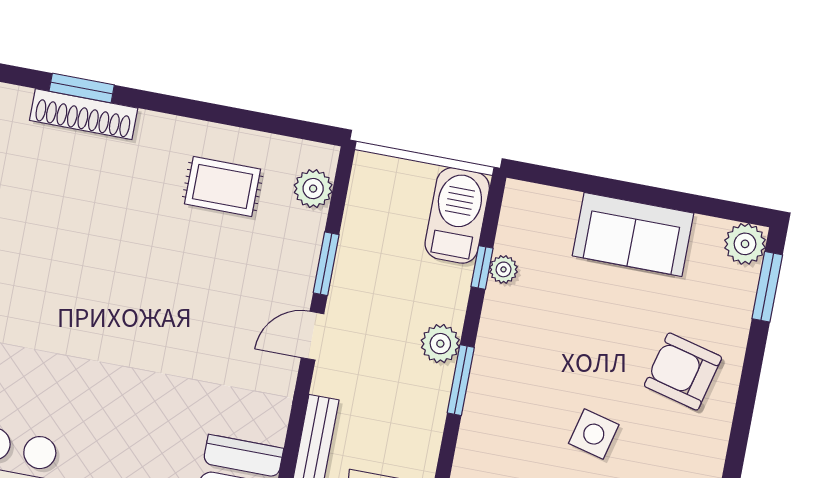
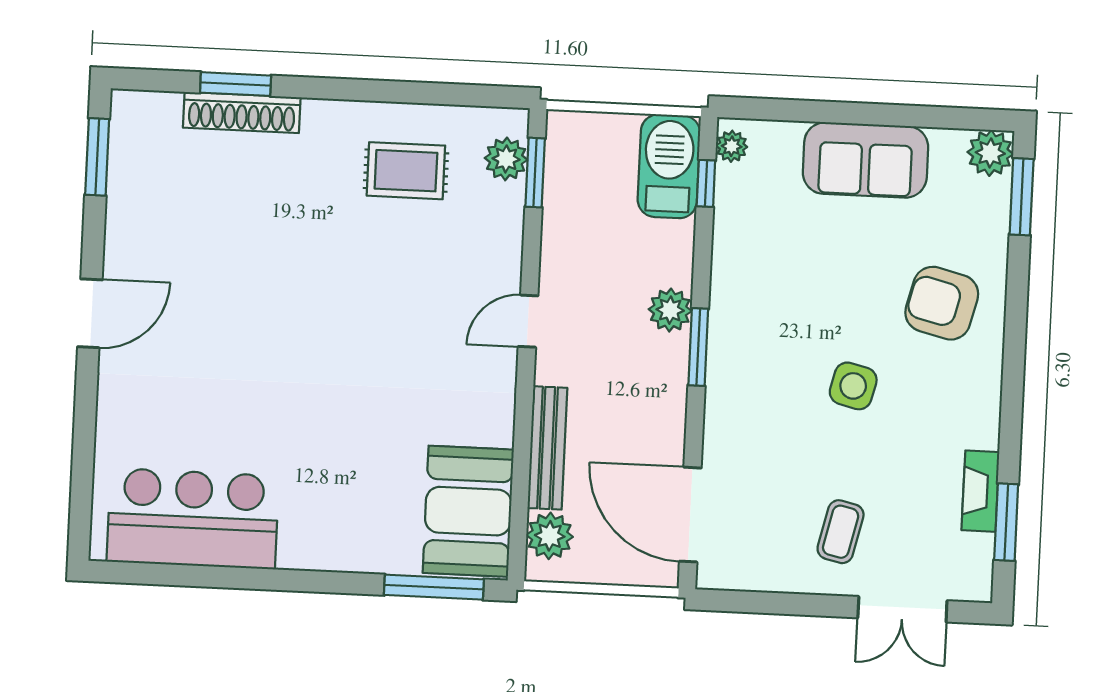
window: (326, 264) -> (535, 173), moved
window: (482, 267) -> (706, 183), moved
plant: (503, 269) -> (732, 146), moved

